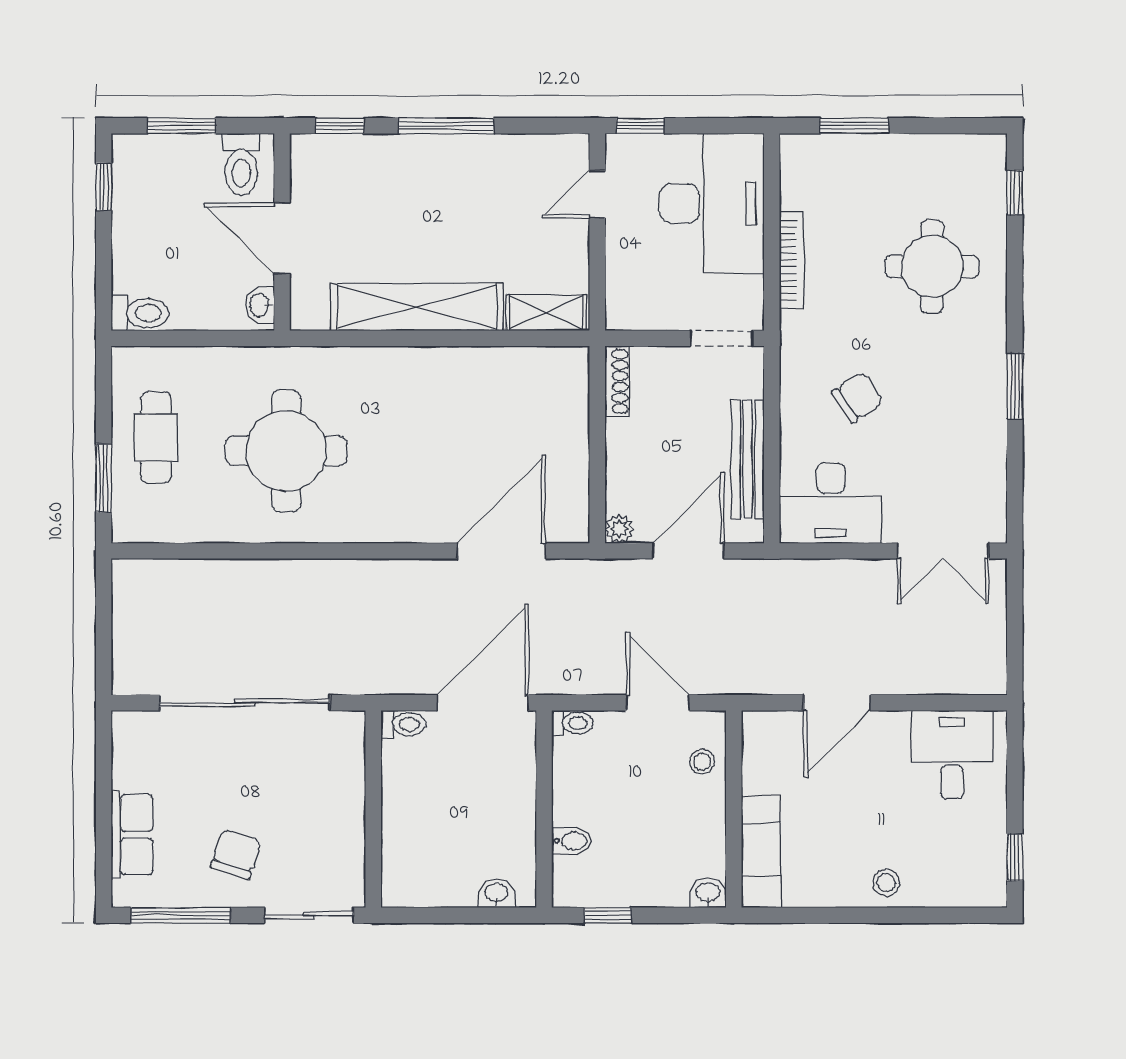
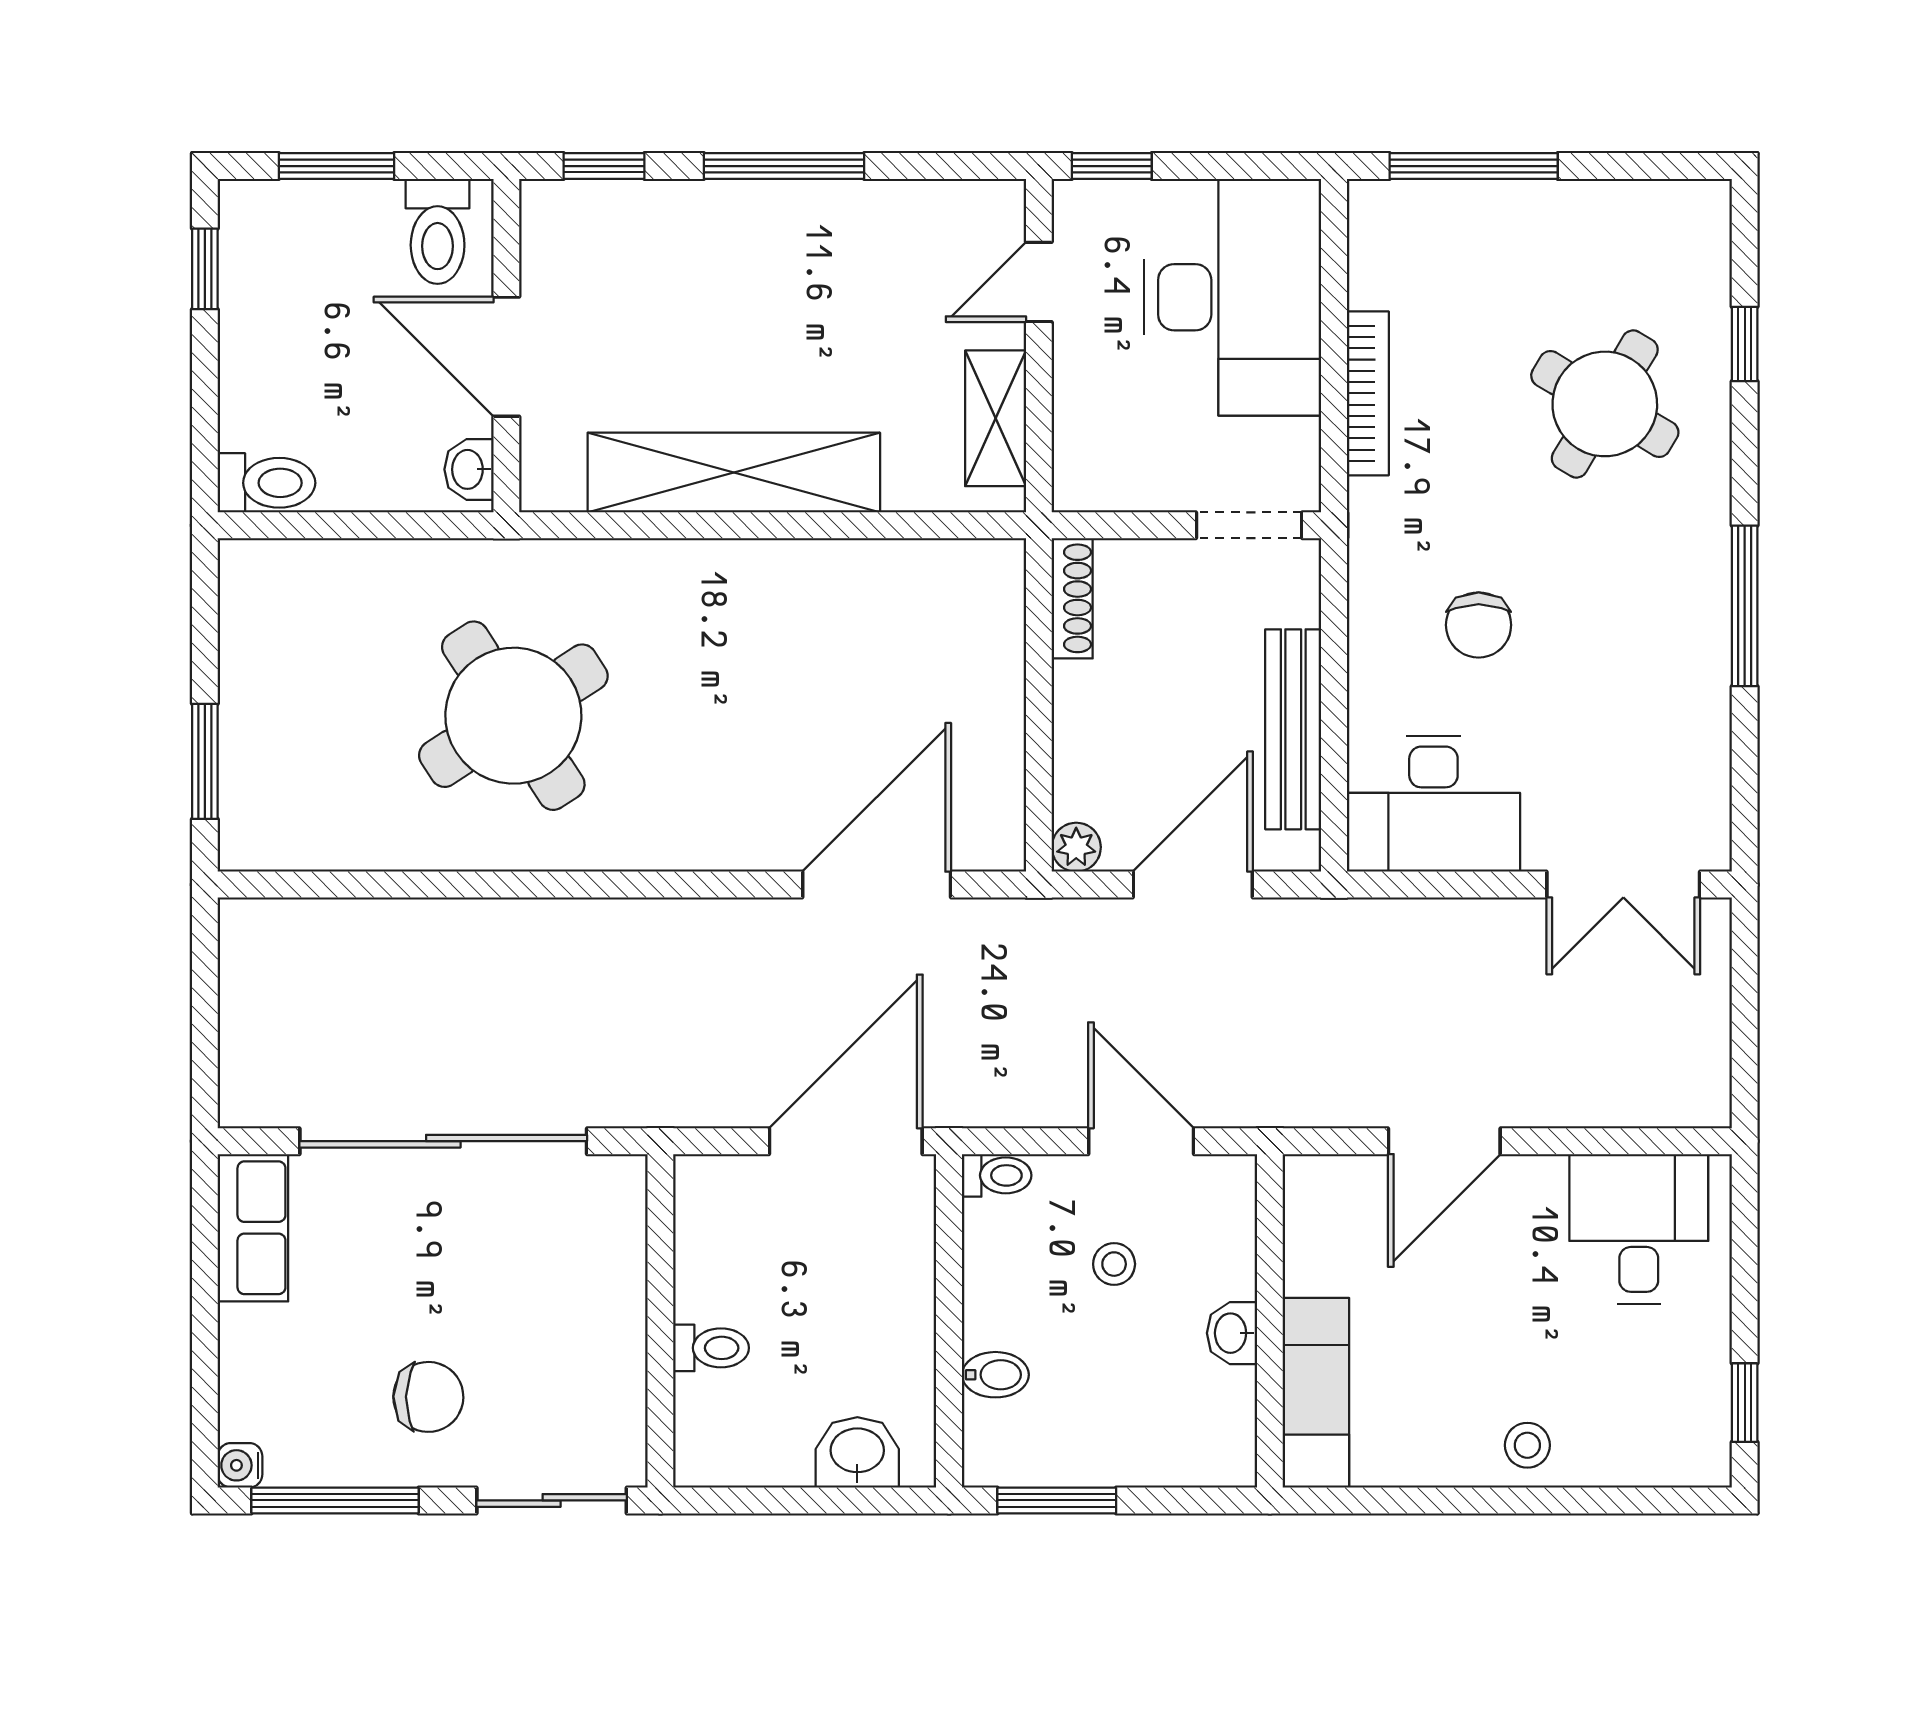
window: (854, 126) -> (1474, 166), width x1.44
window: (1015, 193) -> (1745, 344), moved
round table: (932, 267) -> (1605, 404), turned 31
shelving: (546, 313) -> (996, 418), moved, turned 90
window: (1015, 386) -> (1745, 606), width x1.44
chair: (857, 397) -> (1479, 625), turned 124
cafe table: (156, 437) -> (293, 693), removed
round table: (286, 451) -> (513, 716), turned -33
toilet: (403, 724) -> (711, 1348), moved
stool: (702, 762) -> (1114, 1264), moved
row of seats: (132, 835) -> (253, 1228), moved
chair: (236, 854) -> (428, 1397), turned 73
washbasin: (497, 893) -> (857, 1452), width x1.38, depth x1.45
washbasin: (708, 893) -> (1232, 1333), moved, turned -90
water cooler: (124, 895) -> (240, 1465), added
window: (608, 915) -> (1057, 1500), width x1.50

